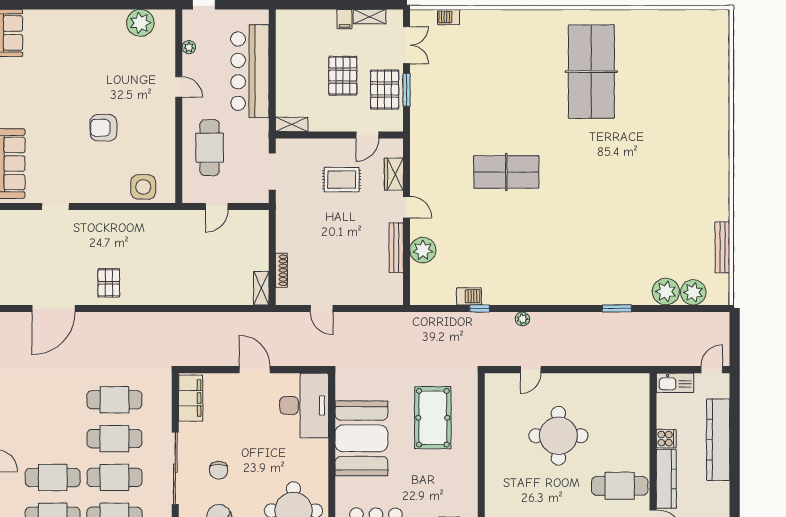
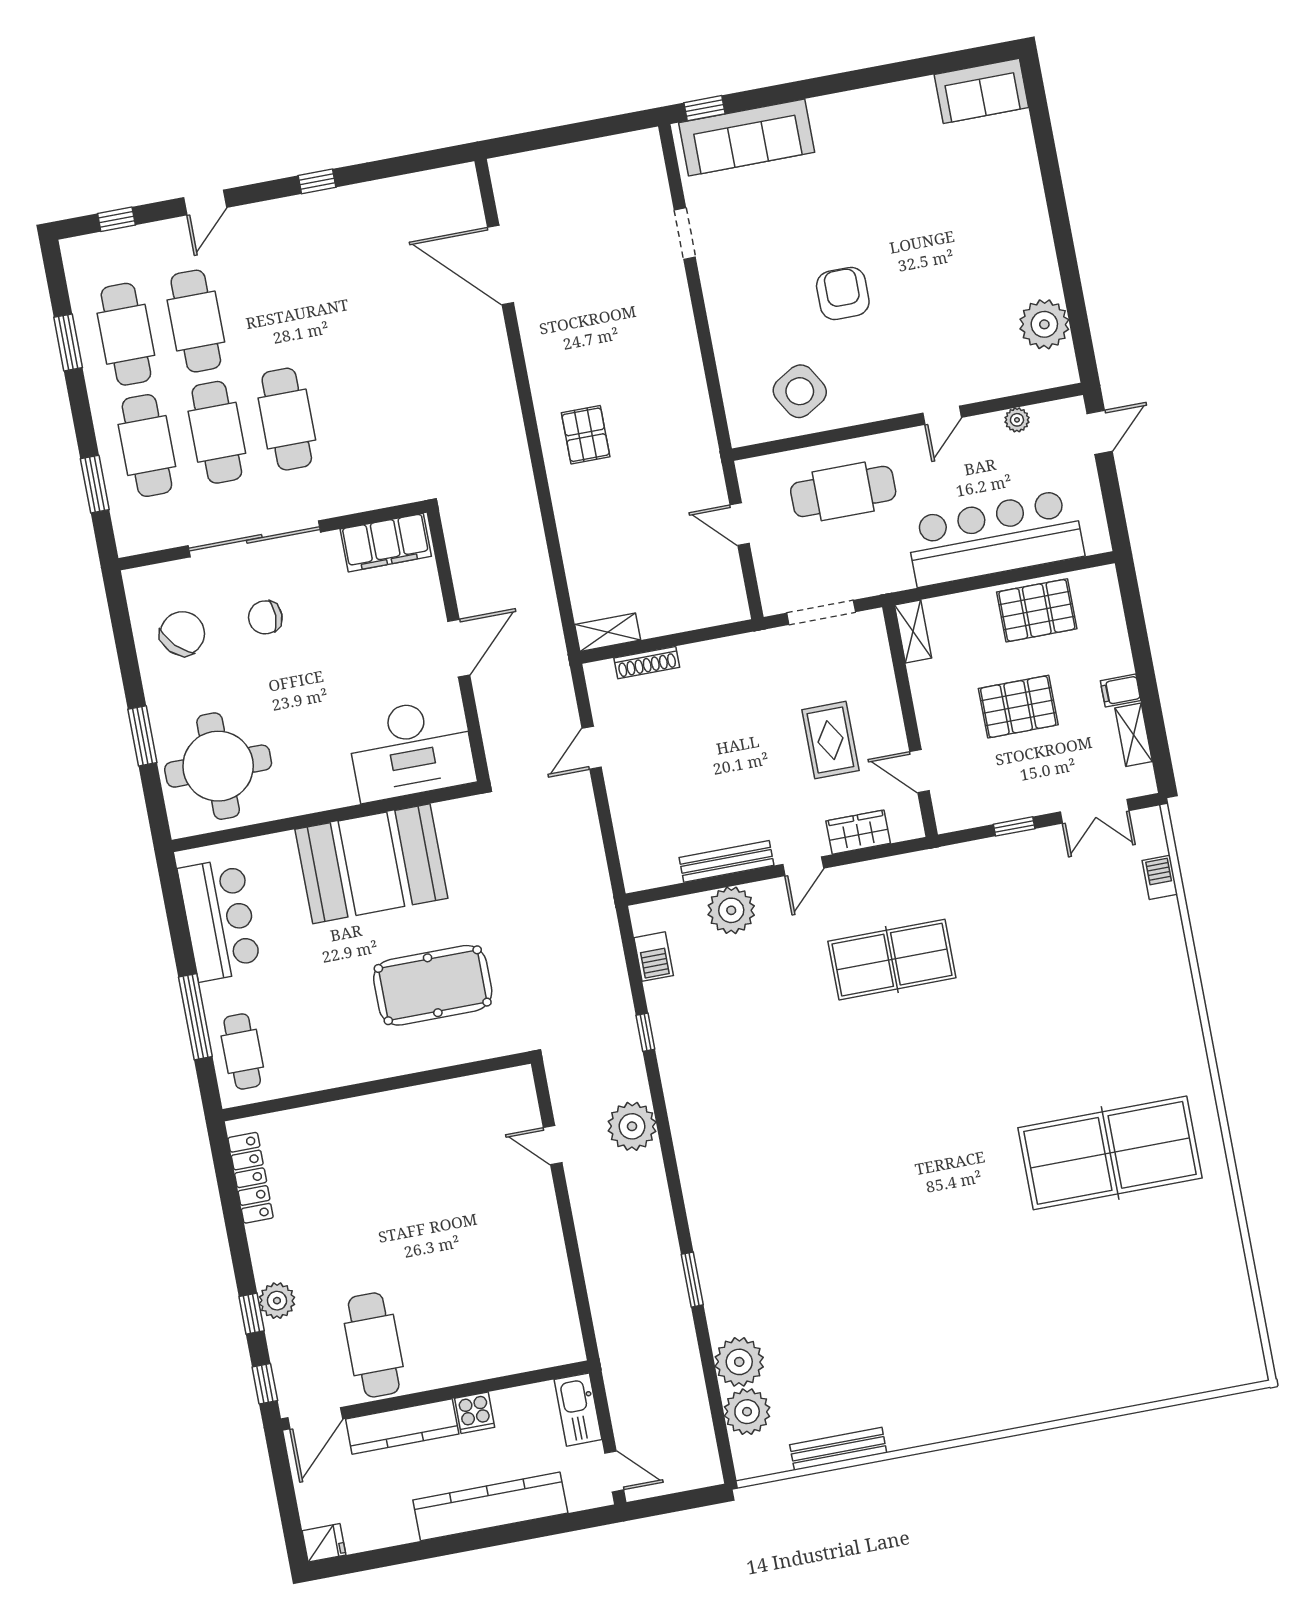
pallet: (385, 90) -> (1037, 610), moved
window: (407, 90) -> (1014, 826), width x0.67
table tennis table: (506, 172) -> (892, 960), moved, turned 90
side table: (143, 187) -> (800, 391), moved, turned -32
pallet: (109, 283) -> (586, 435), moved, turned 90
barbecue: (469, 296) -> (654, 957), moved
plant: (522, 319) -> (632, 1126), width x1.88, depth x1.88
cafe table: (114, 400) -> (357, 406), removed
round table: (558, 436) -> (443, 1218), removed

